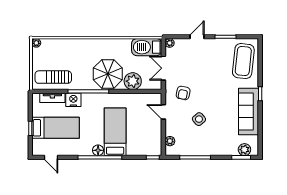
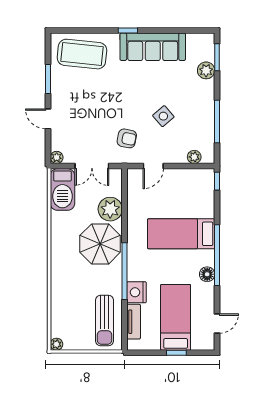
floor lamp: (98, 150) -> (207, 274), moved
plant: (244, 150) -> (206, 70), moved

